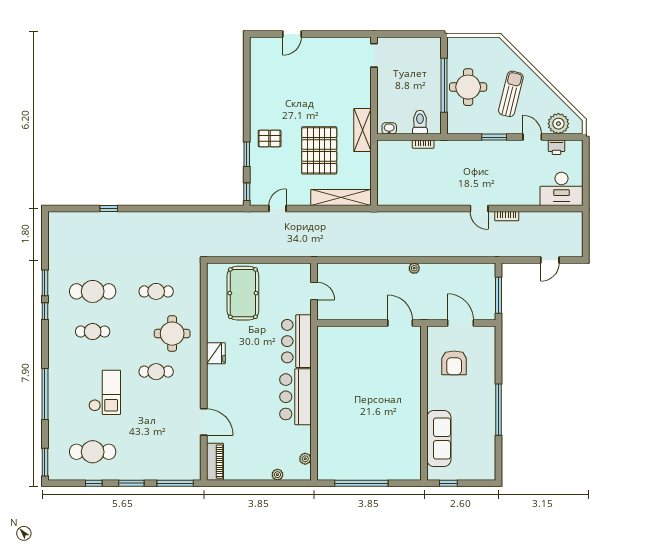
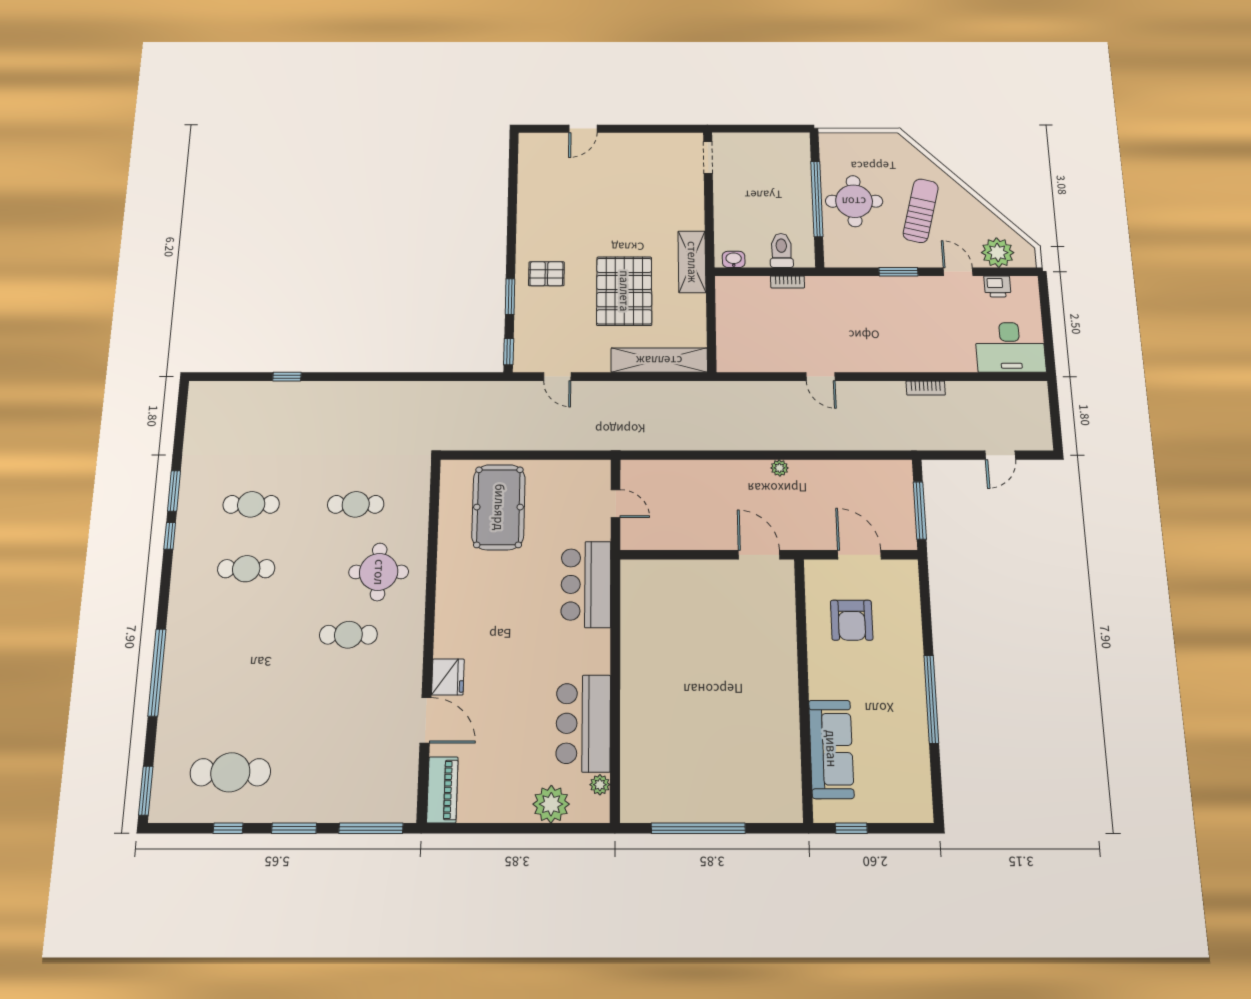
door: (277, 209) -> (557, 377), swing flipped
door: (479, 209) -> (821, 377), moved
cafe table: (93, 291) -> (251, 504), width x0.73, depth x0.74
fridge: (216, 353) -> (448, 677), moved
checkout: (105, 392) -> (259, 670), removed
bar counter: (295, 397) -> (583, 723), moved
plant: (277, 475) -> (551, 804), width x1.87, depth x1.87

